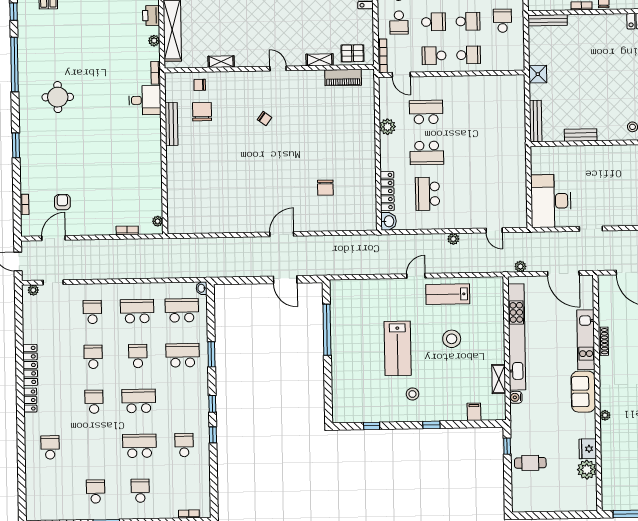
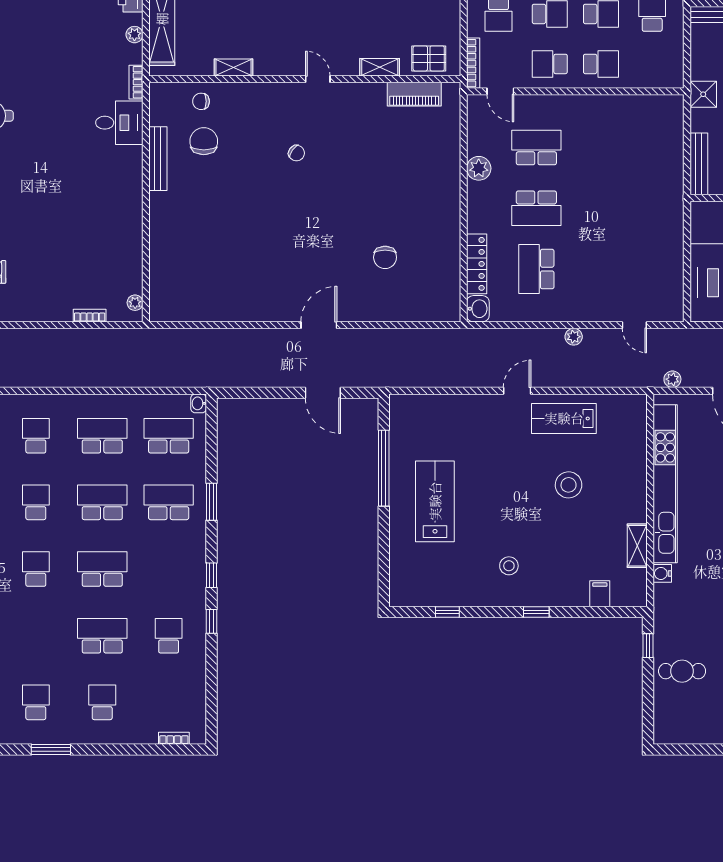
lab bench: (398, 348) -> (435, 501), moved, turned 180
school desk: (138, 356) -> (102, 502), width x1.85

